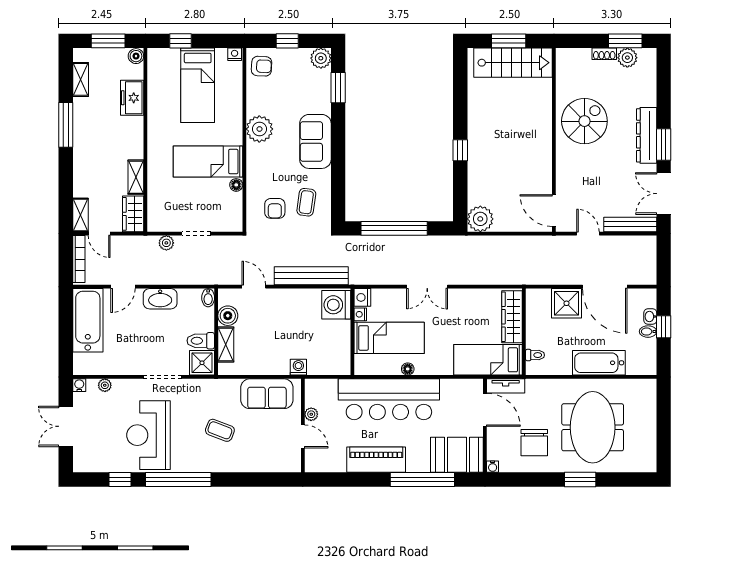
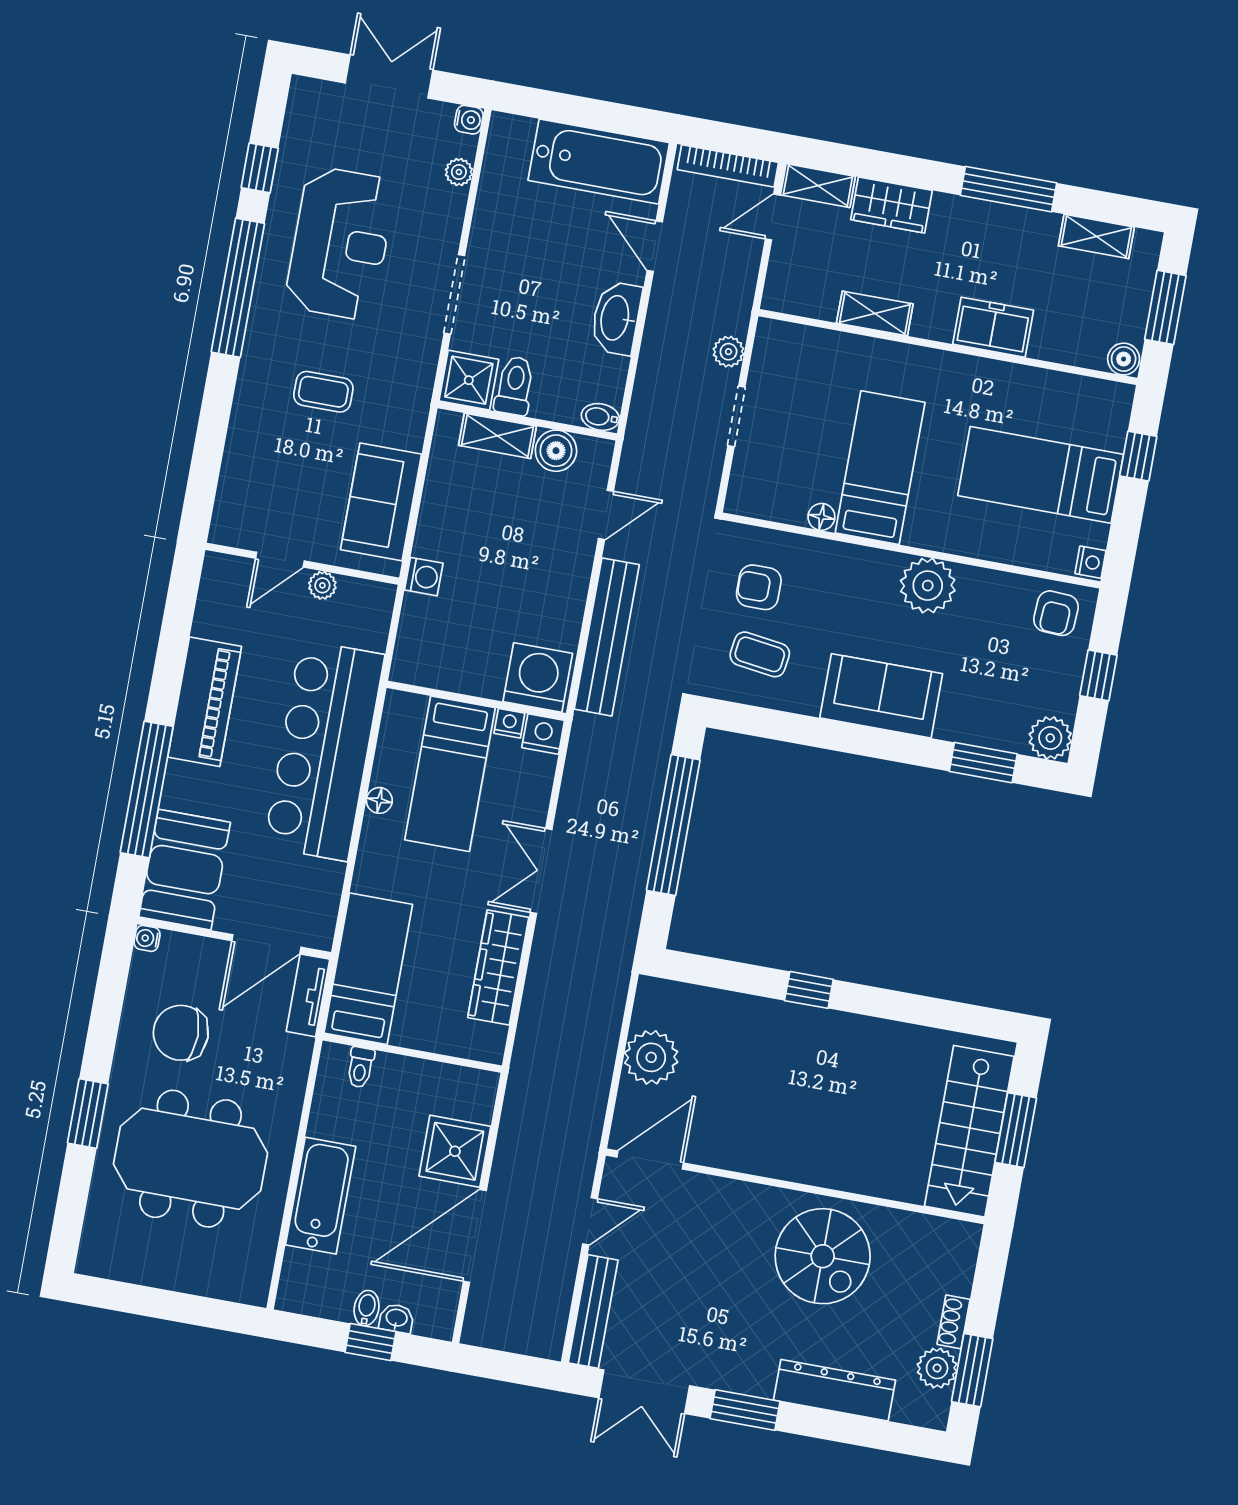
freezer: (132, 98) -> (993, 327), moved
dresser: (647, 135) -> (835, 1390), moved
double door: (664, 194) -> (644, 1392), swing flipped
wardrobe: (133, 214) -> (891, 205), moved, turned 180
plant: (480, 219) -> (651, 1057), moved
wardrobe: (512, 317) -> (498, 968), moved, turned -90
coffee table: (220, 430) -> (323, 392), turned 69
reception desk: (149, 435) -> (340, 243), turned 90

